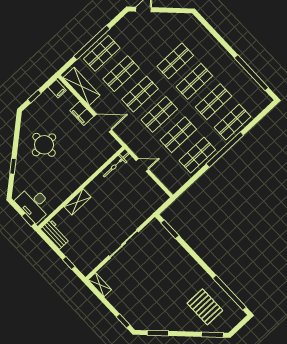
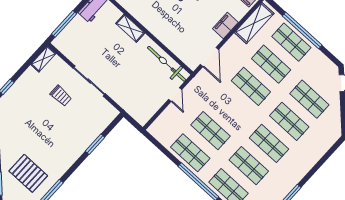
shop shelf: (159, 114) -> (309, 99), moved
door: (103, 123) -> (209, 57), moved
bicycle: (116, 165) -> (167, 64), width x1.37, depth x1.40
window: (170, 229) -> (95, 144), moved
window: (69, 263) -> (64, 24), width x2.17
trolley: (135, 271) -> (61, 96), added
pallet: (205, 307) -> (28, 173), turned 90

